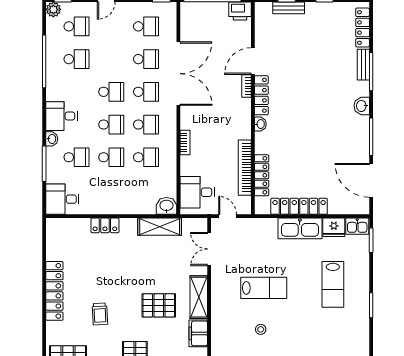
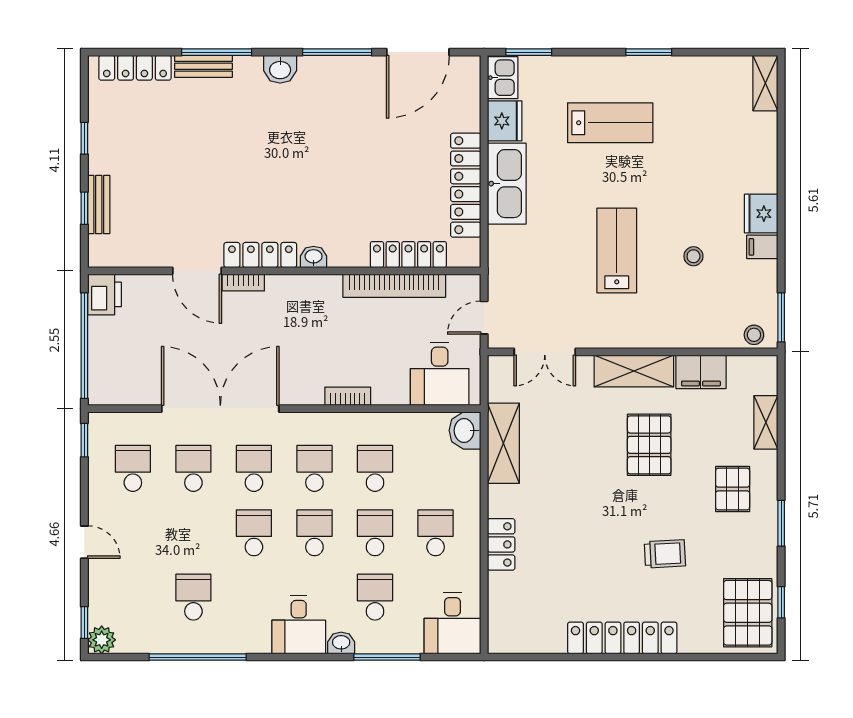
school desk: (76, 26) -> (436, 533), moved

